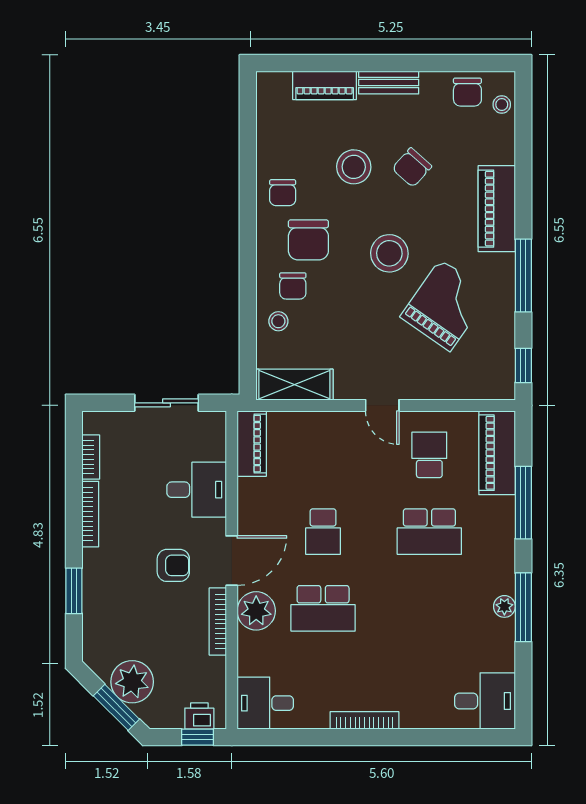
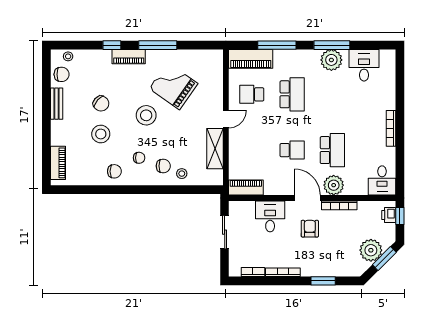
bench: (389, 83) -> (57, 104), moved
piano: (325, 85) -> (58, 163), moved
piano: (497, 209) -> (129, 57), width x0.73, depth x0.75
chair: (308, 240) -> (139, 158), width x0.54, depth x0.54
window: (523, 365) -> (112, 45), moved
shelving: (294, 385) -> (215, 149), moved
plant: (504, 606) -> (331, 60), width x1.88, depth x1.88
desk: (485, 701) -> (364, 65), moved

